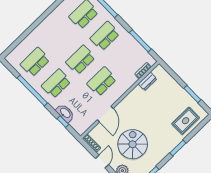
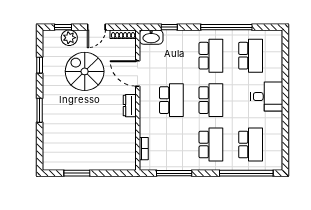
desk: (49, 31) -> (267, 97), added
dresser: (147, 81) -> (130, 106), moved
washbasin: (65, 113) -> (151, 37), moved
rug: (186, 121) -> (58, 142), removed
spiral stairs: (133, 144) -> (85, 71), turned 180
door: (102, 162) -> (96, 27), hinge flipped

